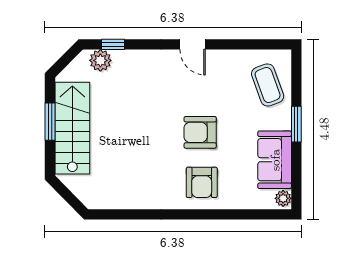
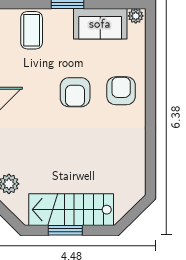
coffee table: (268, 85) -> (32, 30), turned -70
armchair: (202, 182) -> (121, 91), turned -90

